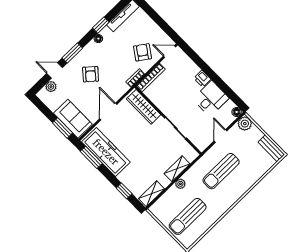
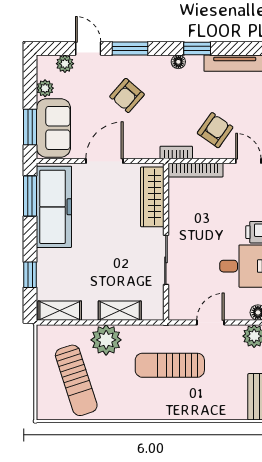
plant: (53, 105) -> (45, 88), added
plant: (180, 184) -> (106, 340), width x1.87, depth x1.87
sun lounger: (188, 216) -> (76, 380), turned -108

